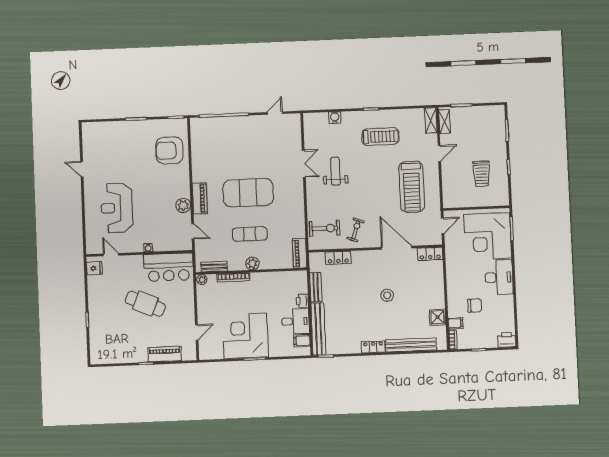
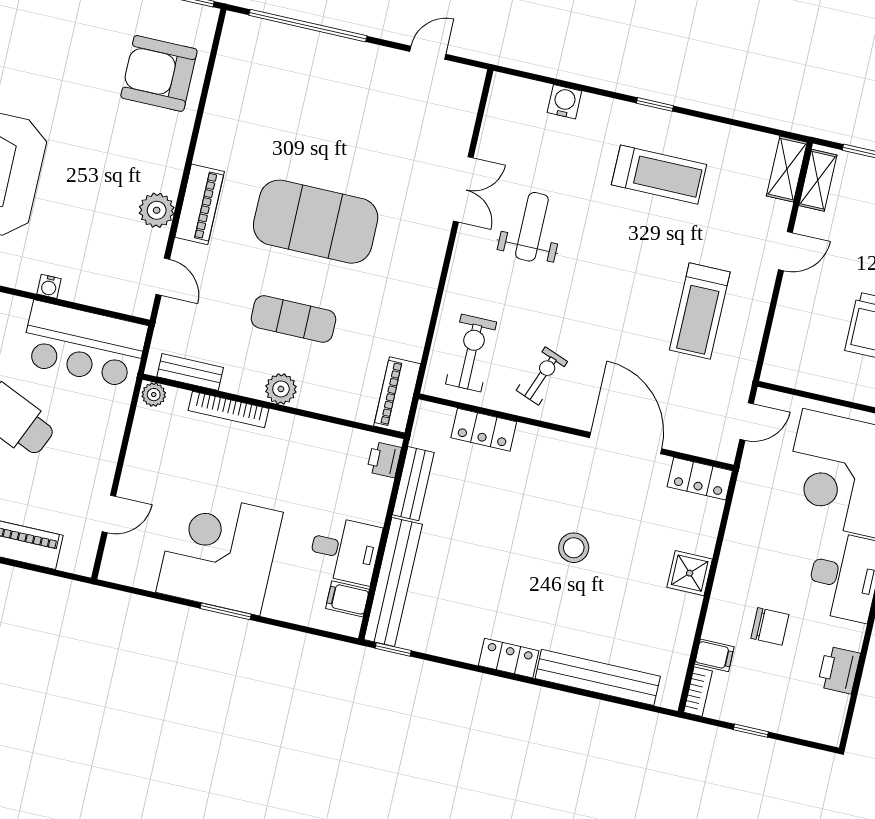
treadmill: (412, 187) -> (700, 311), width x0.73, depth x0.73
exercise bike: (325, 228) -> (471, 353), turned -90
printer: (302, 301) -> (384, 460), moved
shower: (438, 317) -> (690, 573), moved
printer: (507, 340) -> (839, 670), moved, turned -90

